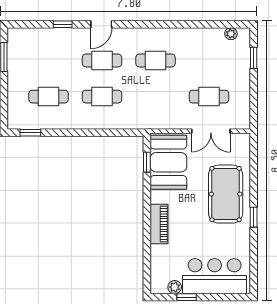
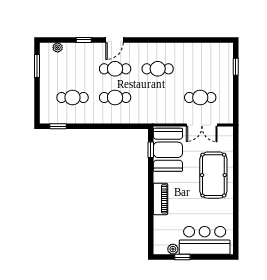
plant: (231, 34) -> (58, 47), moved
window: (254, 217) -> (236, 193), removed

